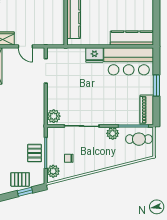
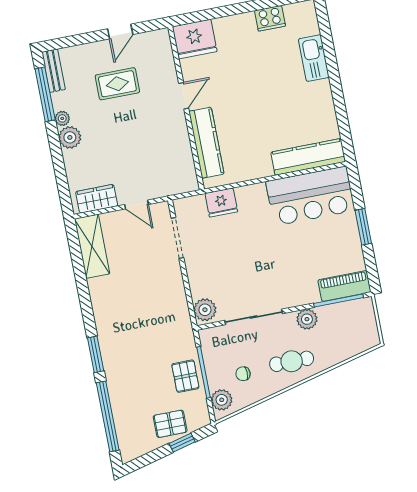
fridge: (94, 55) -> (221, 203), moved
piano: (147, 110) -> (344, 286), moved, turned 90
cafe table: (139, 139) -> (292, 361), moved

